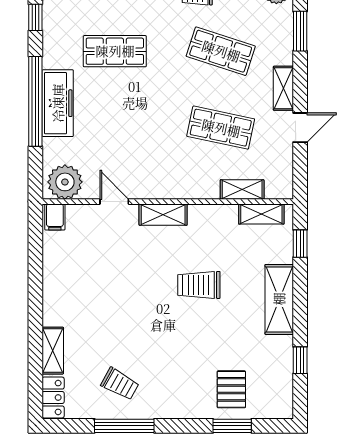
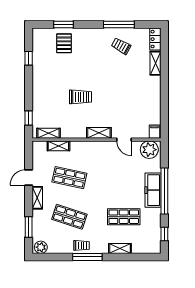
shelving: (279, 299) -> (39, 89), removed

